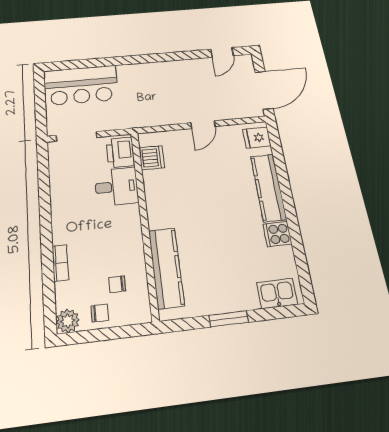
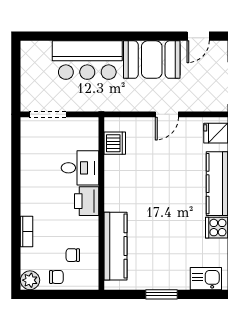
booth: (180, 76) -> (152, 60), added
bar counter: (81, 85) -> (87, 60), moved
printer: (120, 152) -> (87, 201), moved

